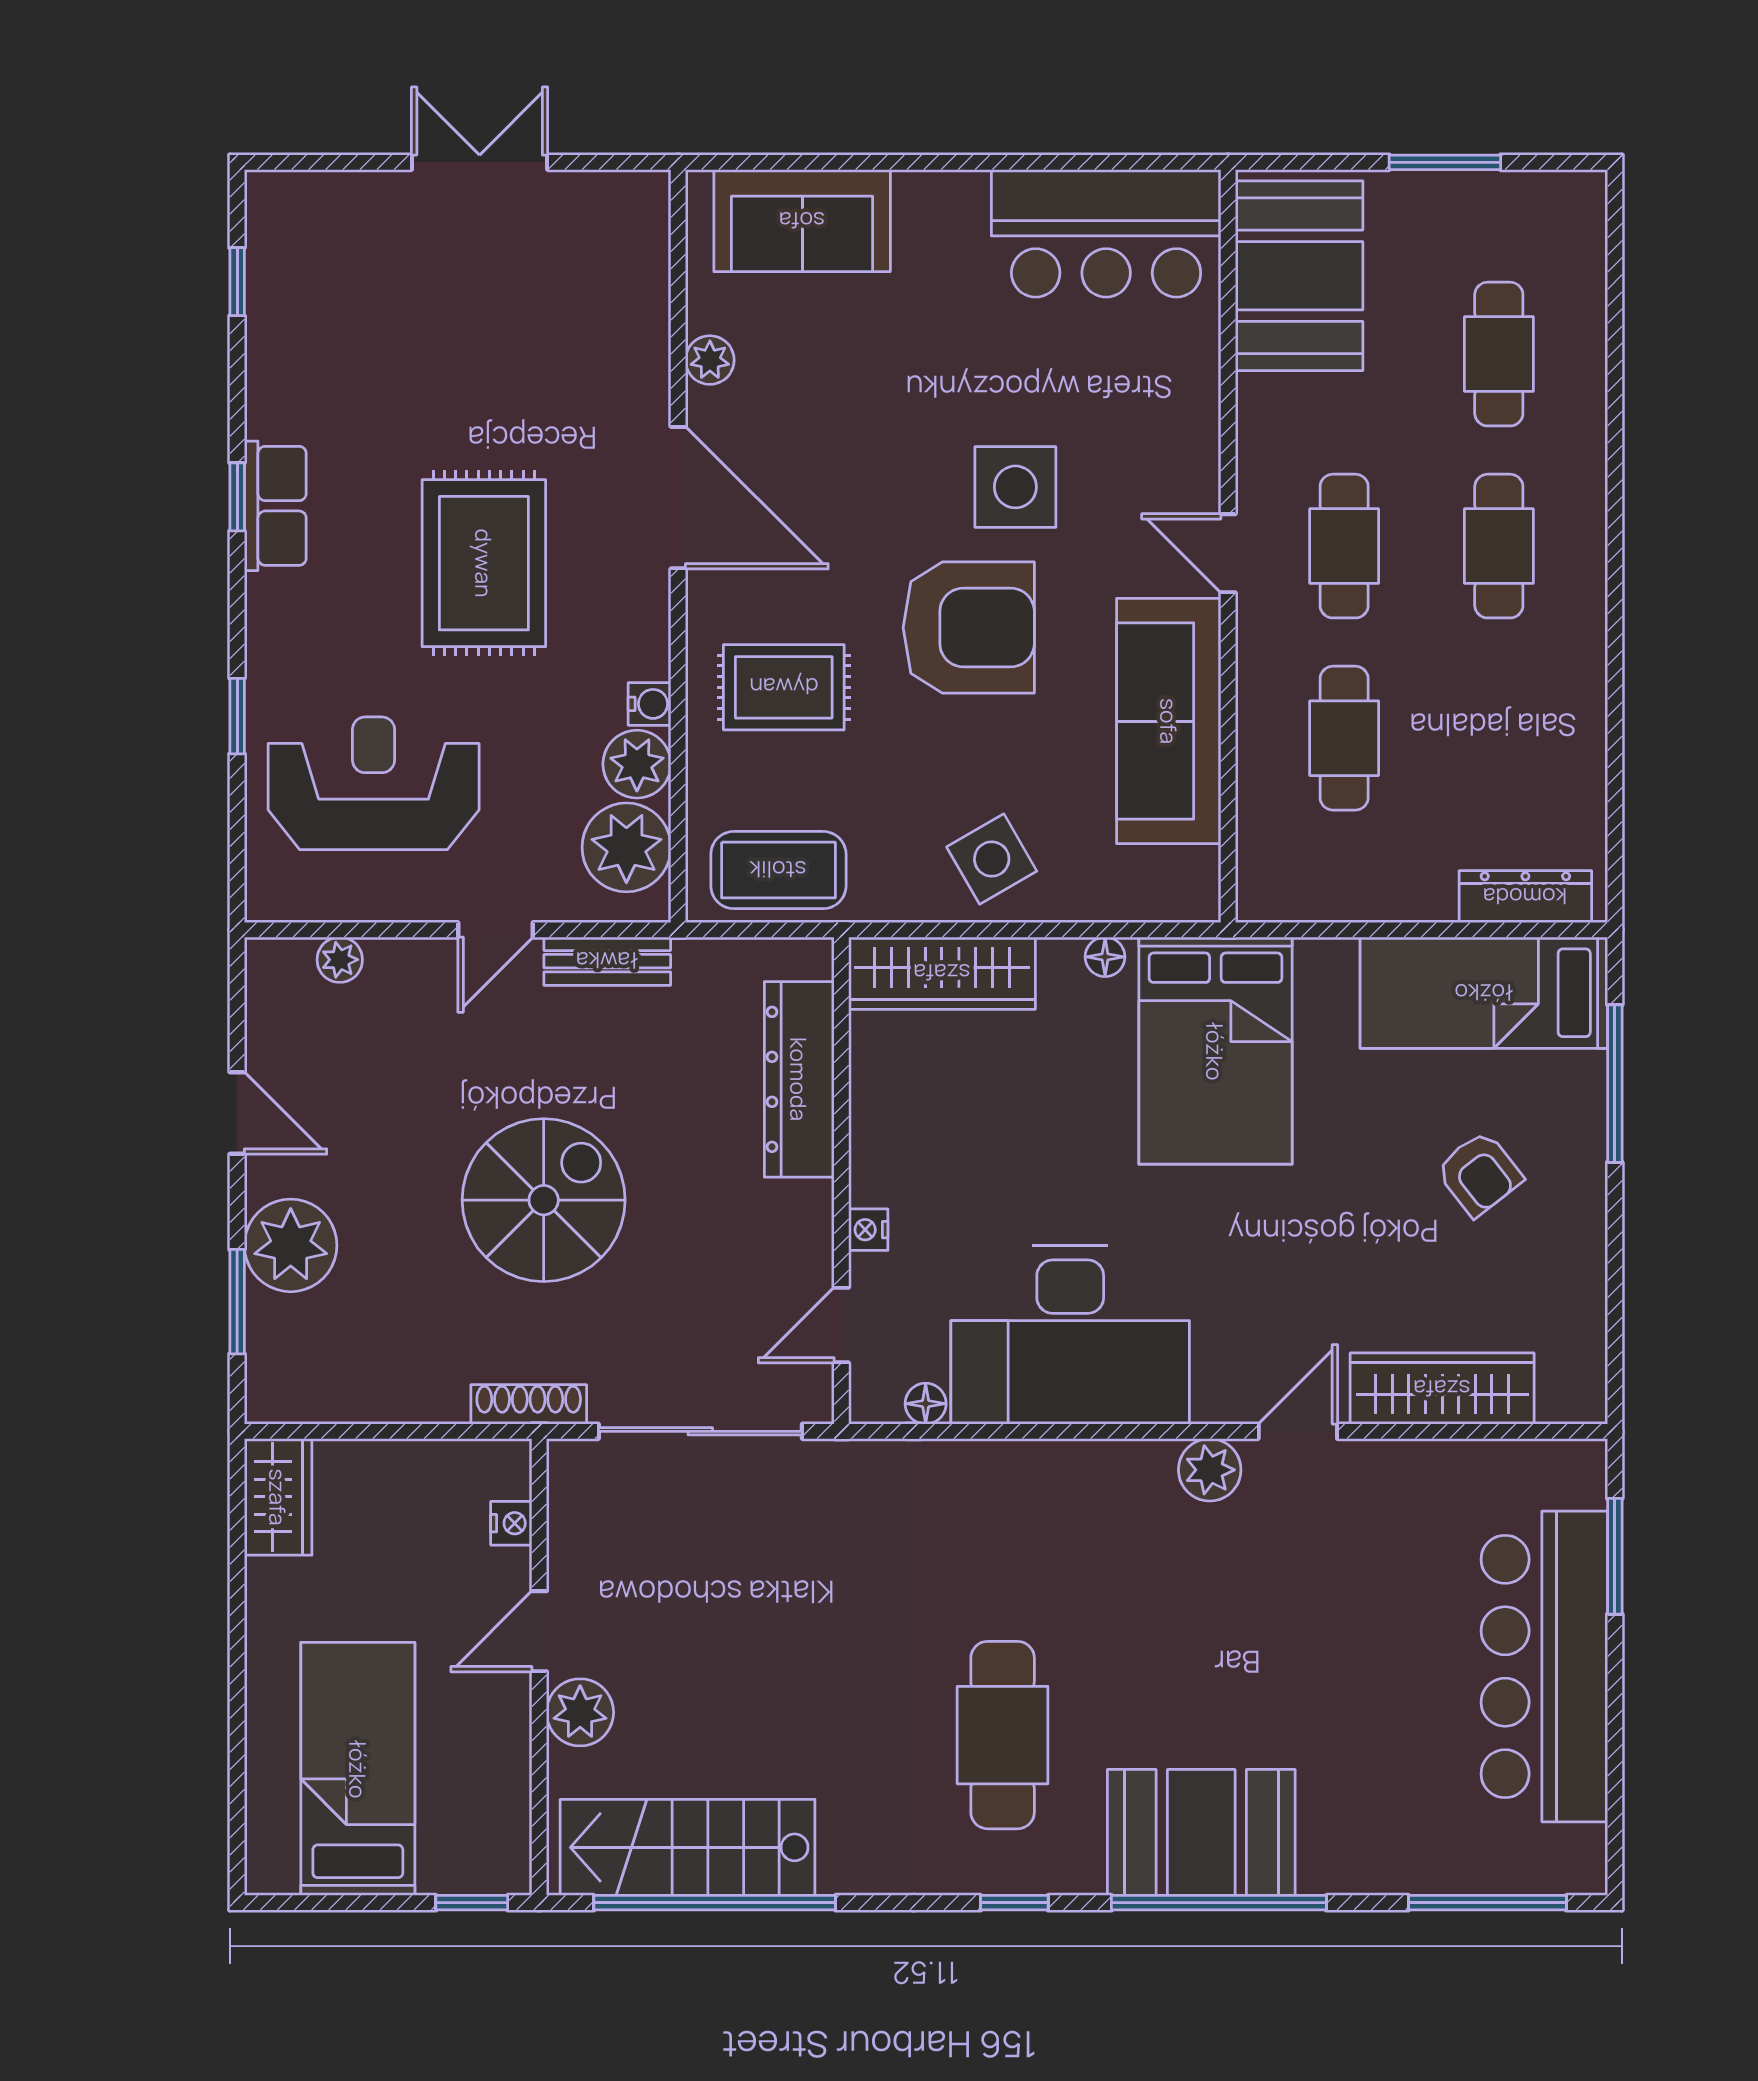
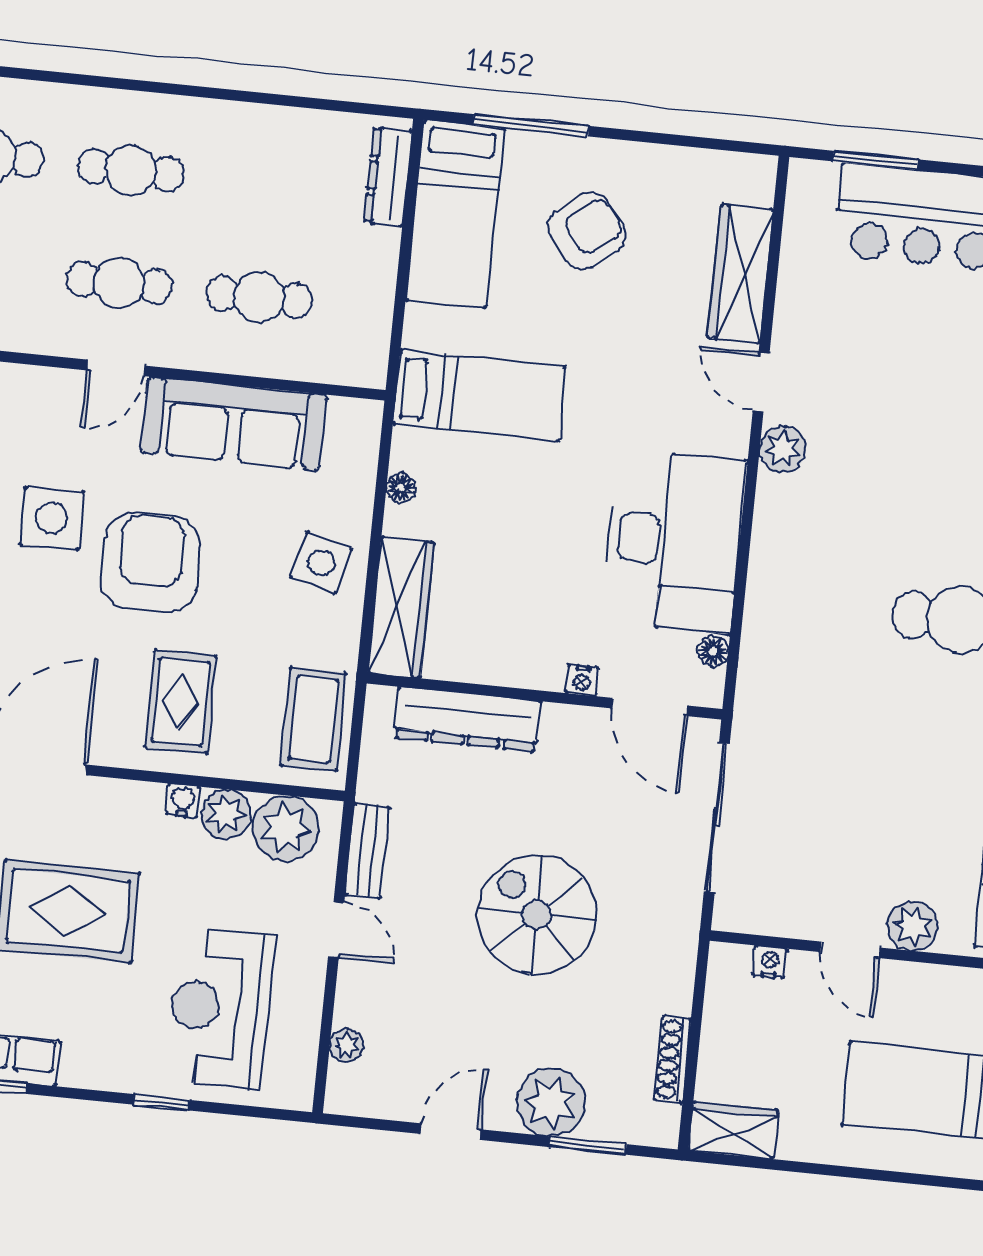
side table: (992, 859) -> (321, 563), turned 45
bed: (1215, 1051) -> (479, 395), width x0.67
armchair: (1479, 1174) -> (587, 231), width x1.38, depth x1.38
door: (841, 1325) -> (650, 707), width x1.38
shoe rack: (529, 1404) -> (672, 1059), moved

